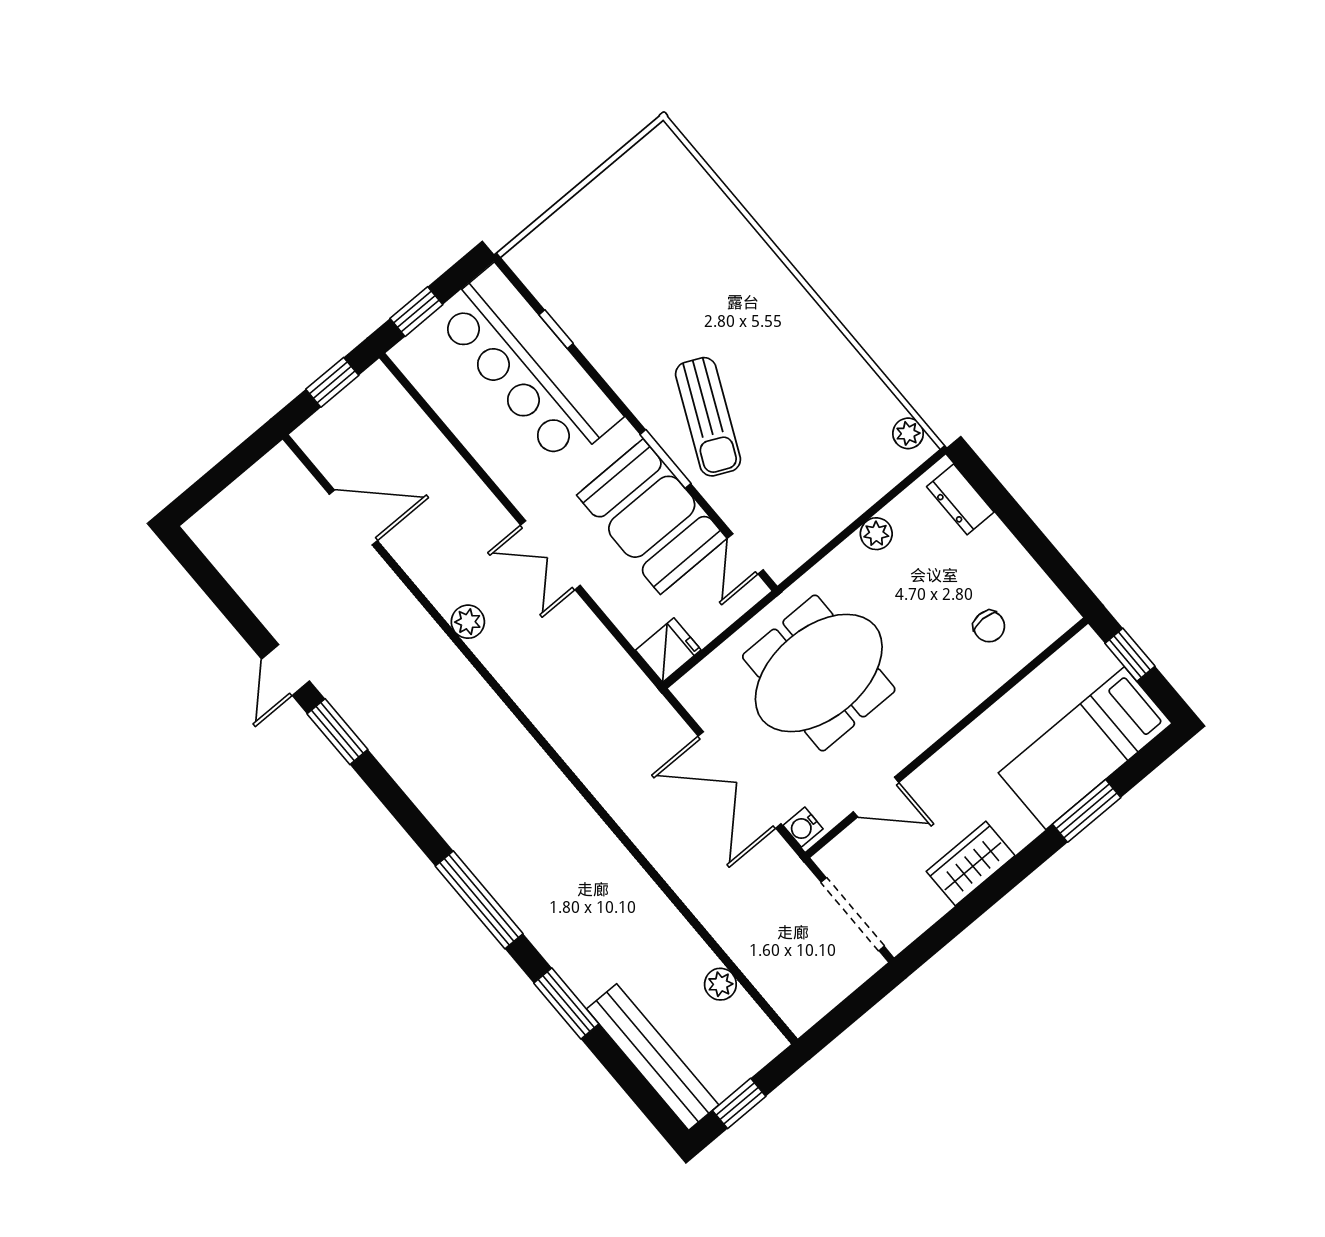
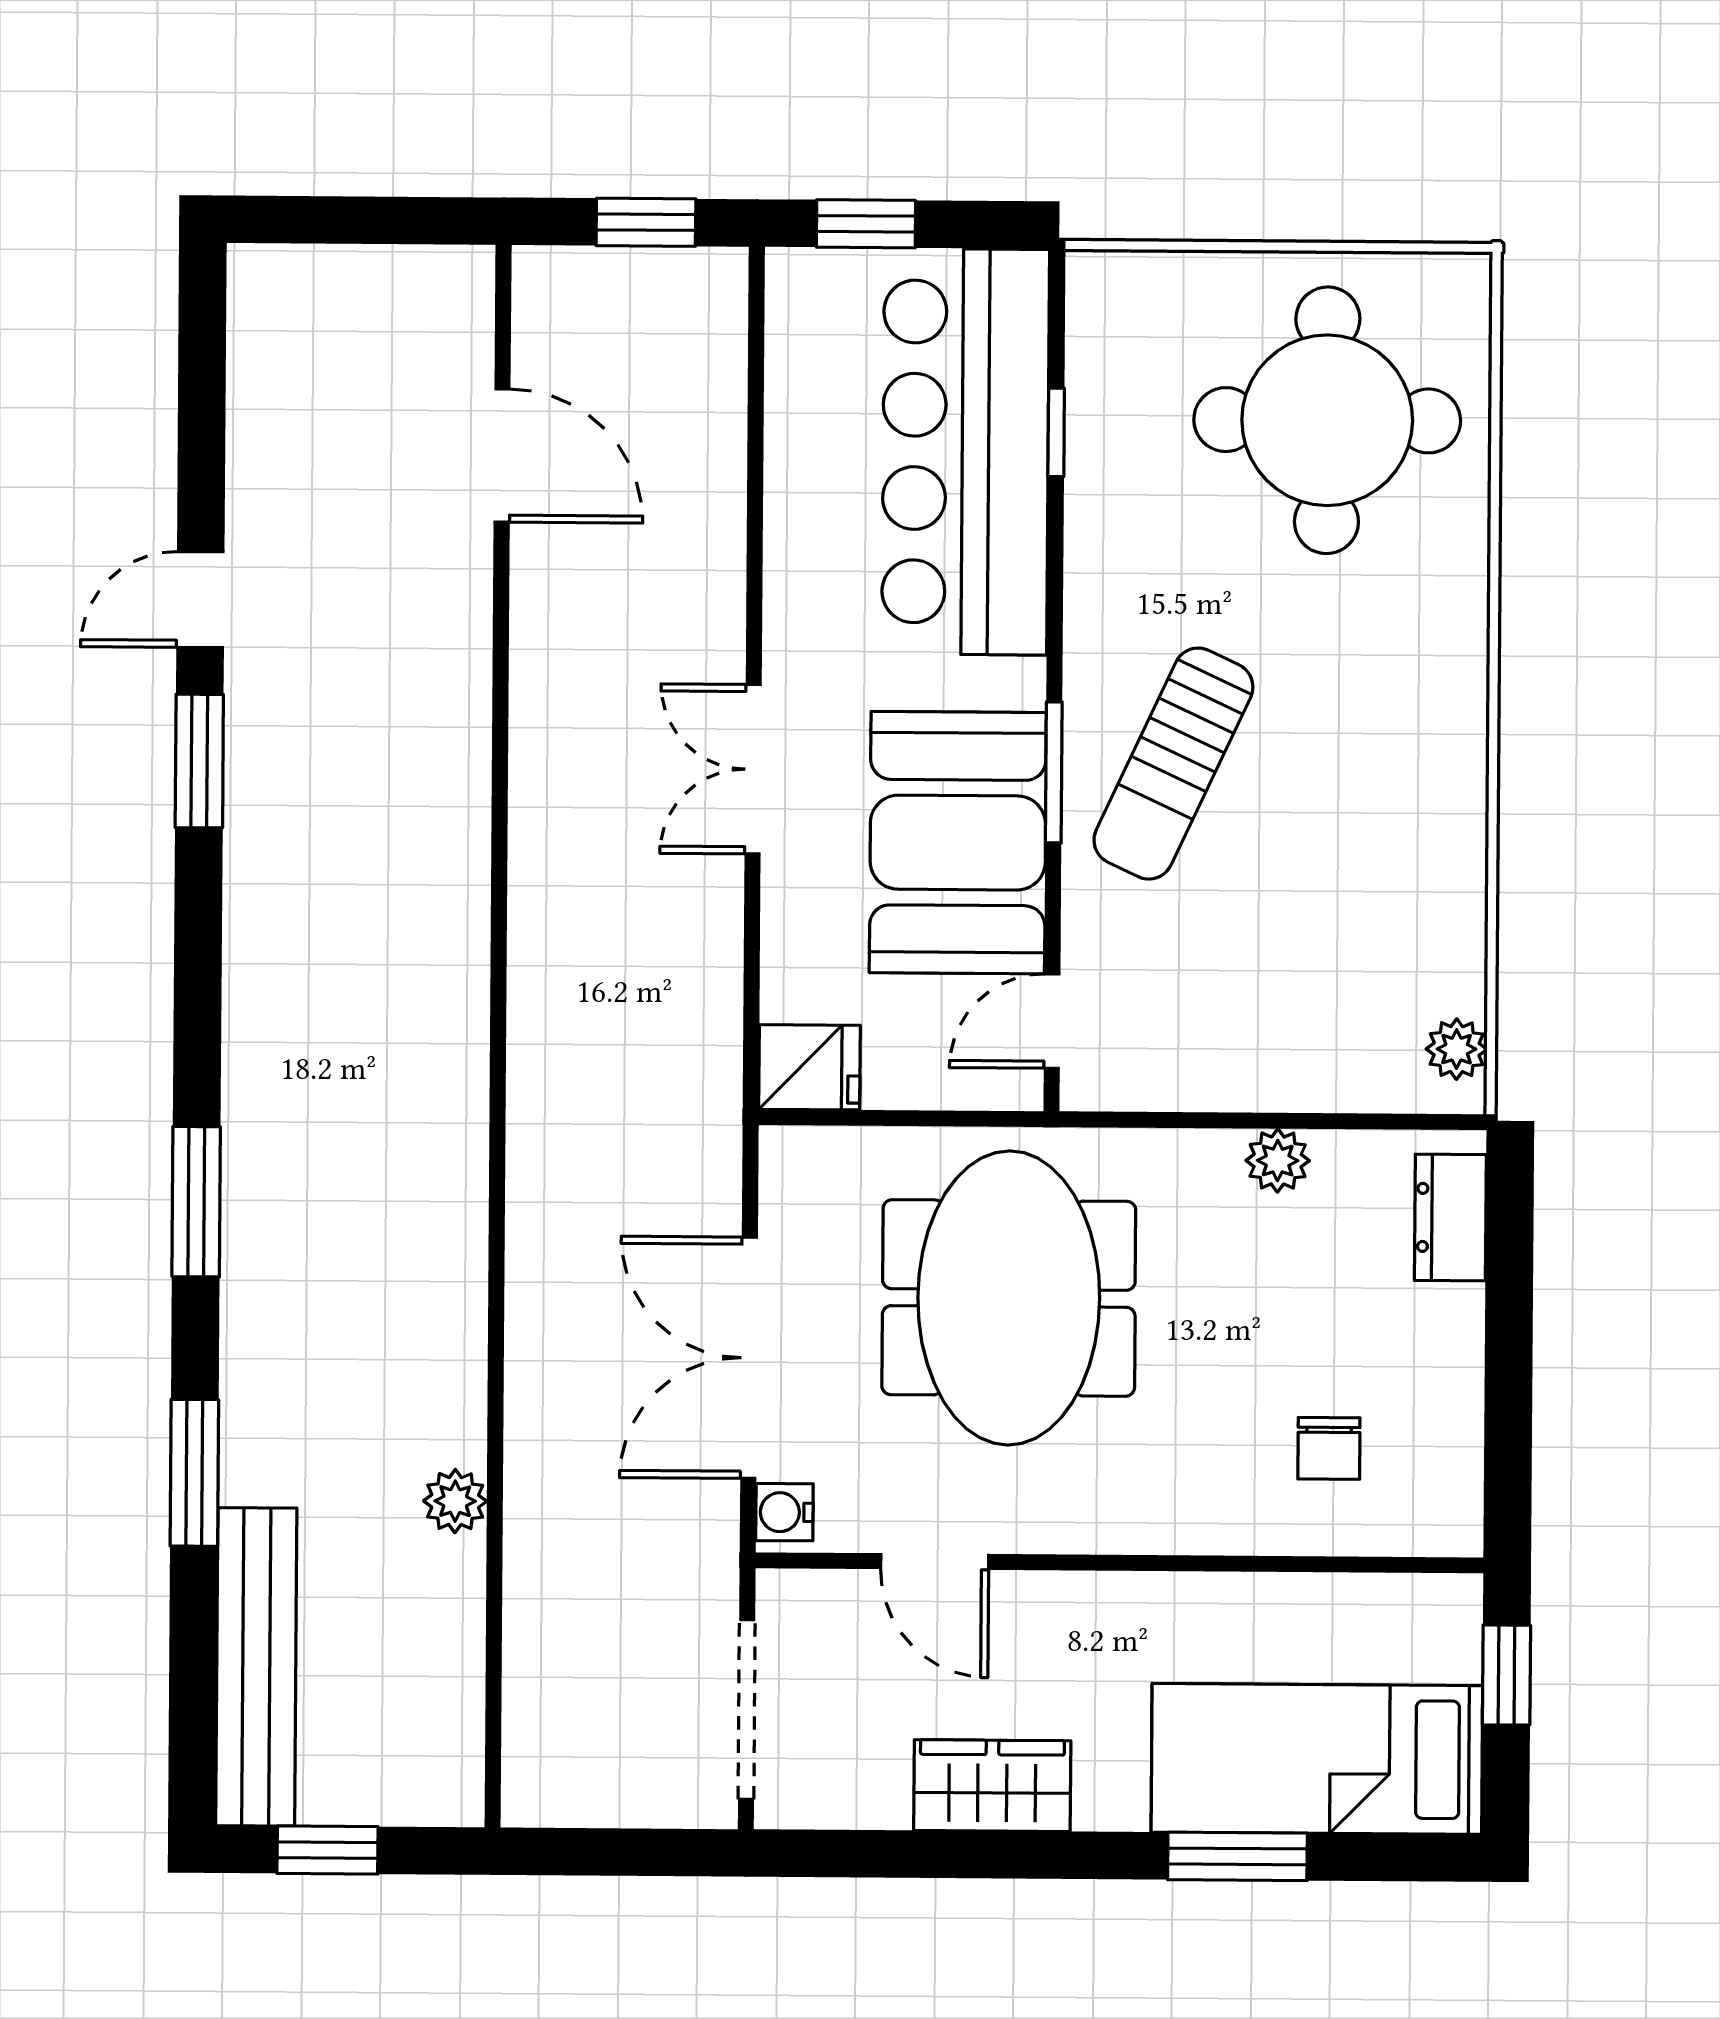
round table: (655, 237) -> (1327, 420), added
plant: (468, 622) -> (541, 763), removed
meeting table: (819, 673) -> (1009, 1298), turned 90
window: (479, 900) -> (196, 1202), width x0.69
plant: (720, 984) -> (455, 1501), moved

